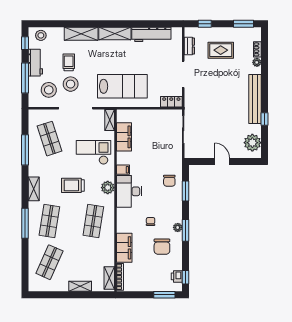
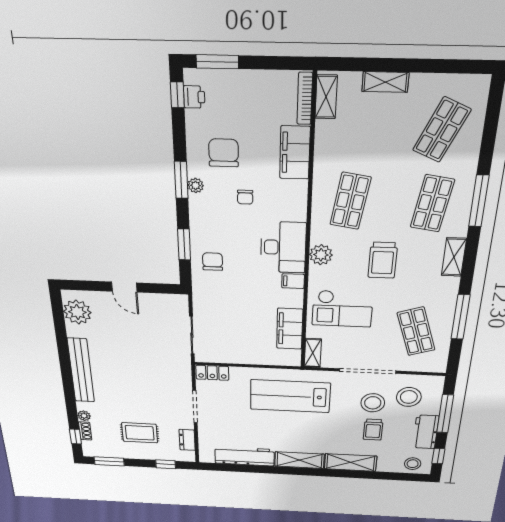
window: (264, 119) -> (75, 436), moved
trolley: (73, 185) -> (383, 260), turned 90

